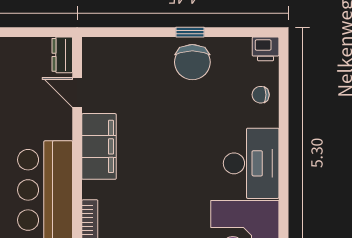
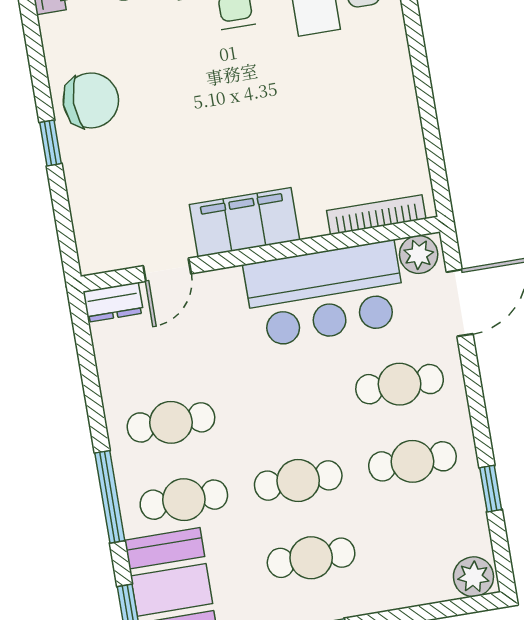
window: (190, 32) -> (51, 143), moved

